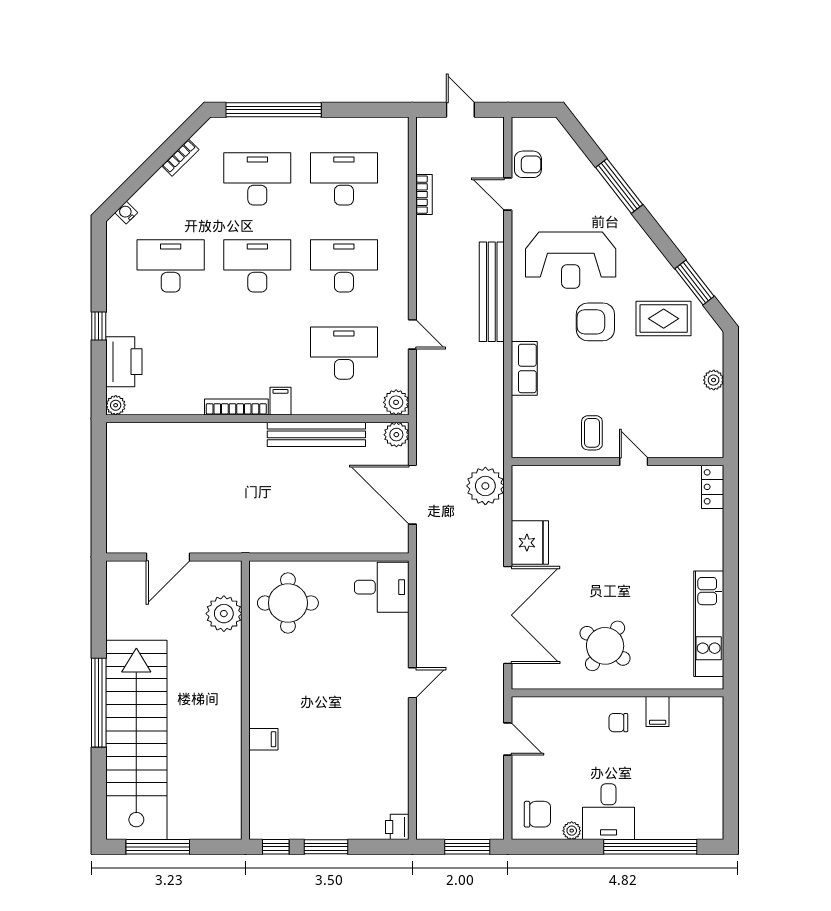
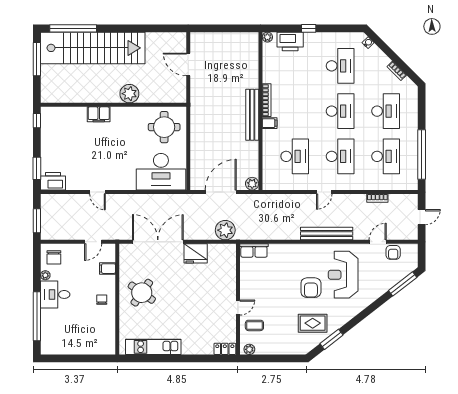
window: (274, 110) -> (422, 155), moved
window: (619, 186) -> (403, 284), moved
rug: (664, 319) -> (313, 323), turned 90
armchair: (595, 322) -> (311, 288), turned 180
door: (412, 334) -> (324, 192), moved
row of seats: (524, 368) -> (254, 250), moved
plant: (714, 380) -> (249, 349), moved
plant: (396, 402) -> (269, 184), removed
coffee table: (592, 433) -> (254, 325), moved
bench: (316, 434) -> (252, 115), moved
desk: (382, 587) -> (161, 172), width x1.87, depth x1.30
plant: (224, 614) -> (129, 94), moved
double door: (508, 615) -> (158, 242), swing flipped
door: (412, 683) -> (97, 192), moved
window: (99, 703) -> (73, 28), moved
filing cabinet: (658, 712) -> (107, 269), moved
filing cabinet: (263, 739) -> (99, 114), width x2.00
printer: (397, 827) -> (53, 181), width x1.87, depth x1.48
window: (326, 847) -> (37, 168), moved

